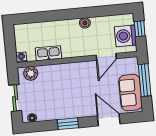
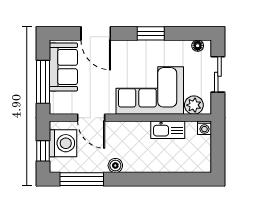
window: (109, 10) -> (82, 179), added
door: (106, 57) -> (91, 118), swing flipped
corner sofa: (65, 81) -> (150, 90), added

